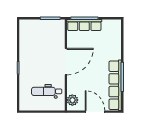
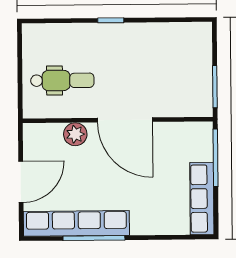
row of seats: (84, 25) -> (202, 199), moved
dental chair: (47, 91) -> (62, 80), turned 90
plant: (72, 100) -> (75, 134), moved

